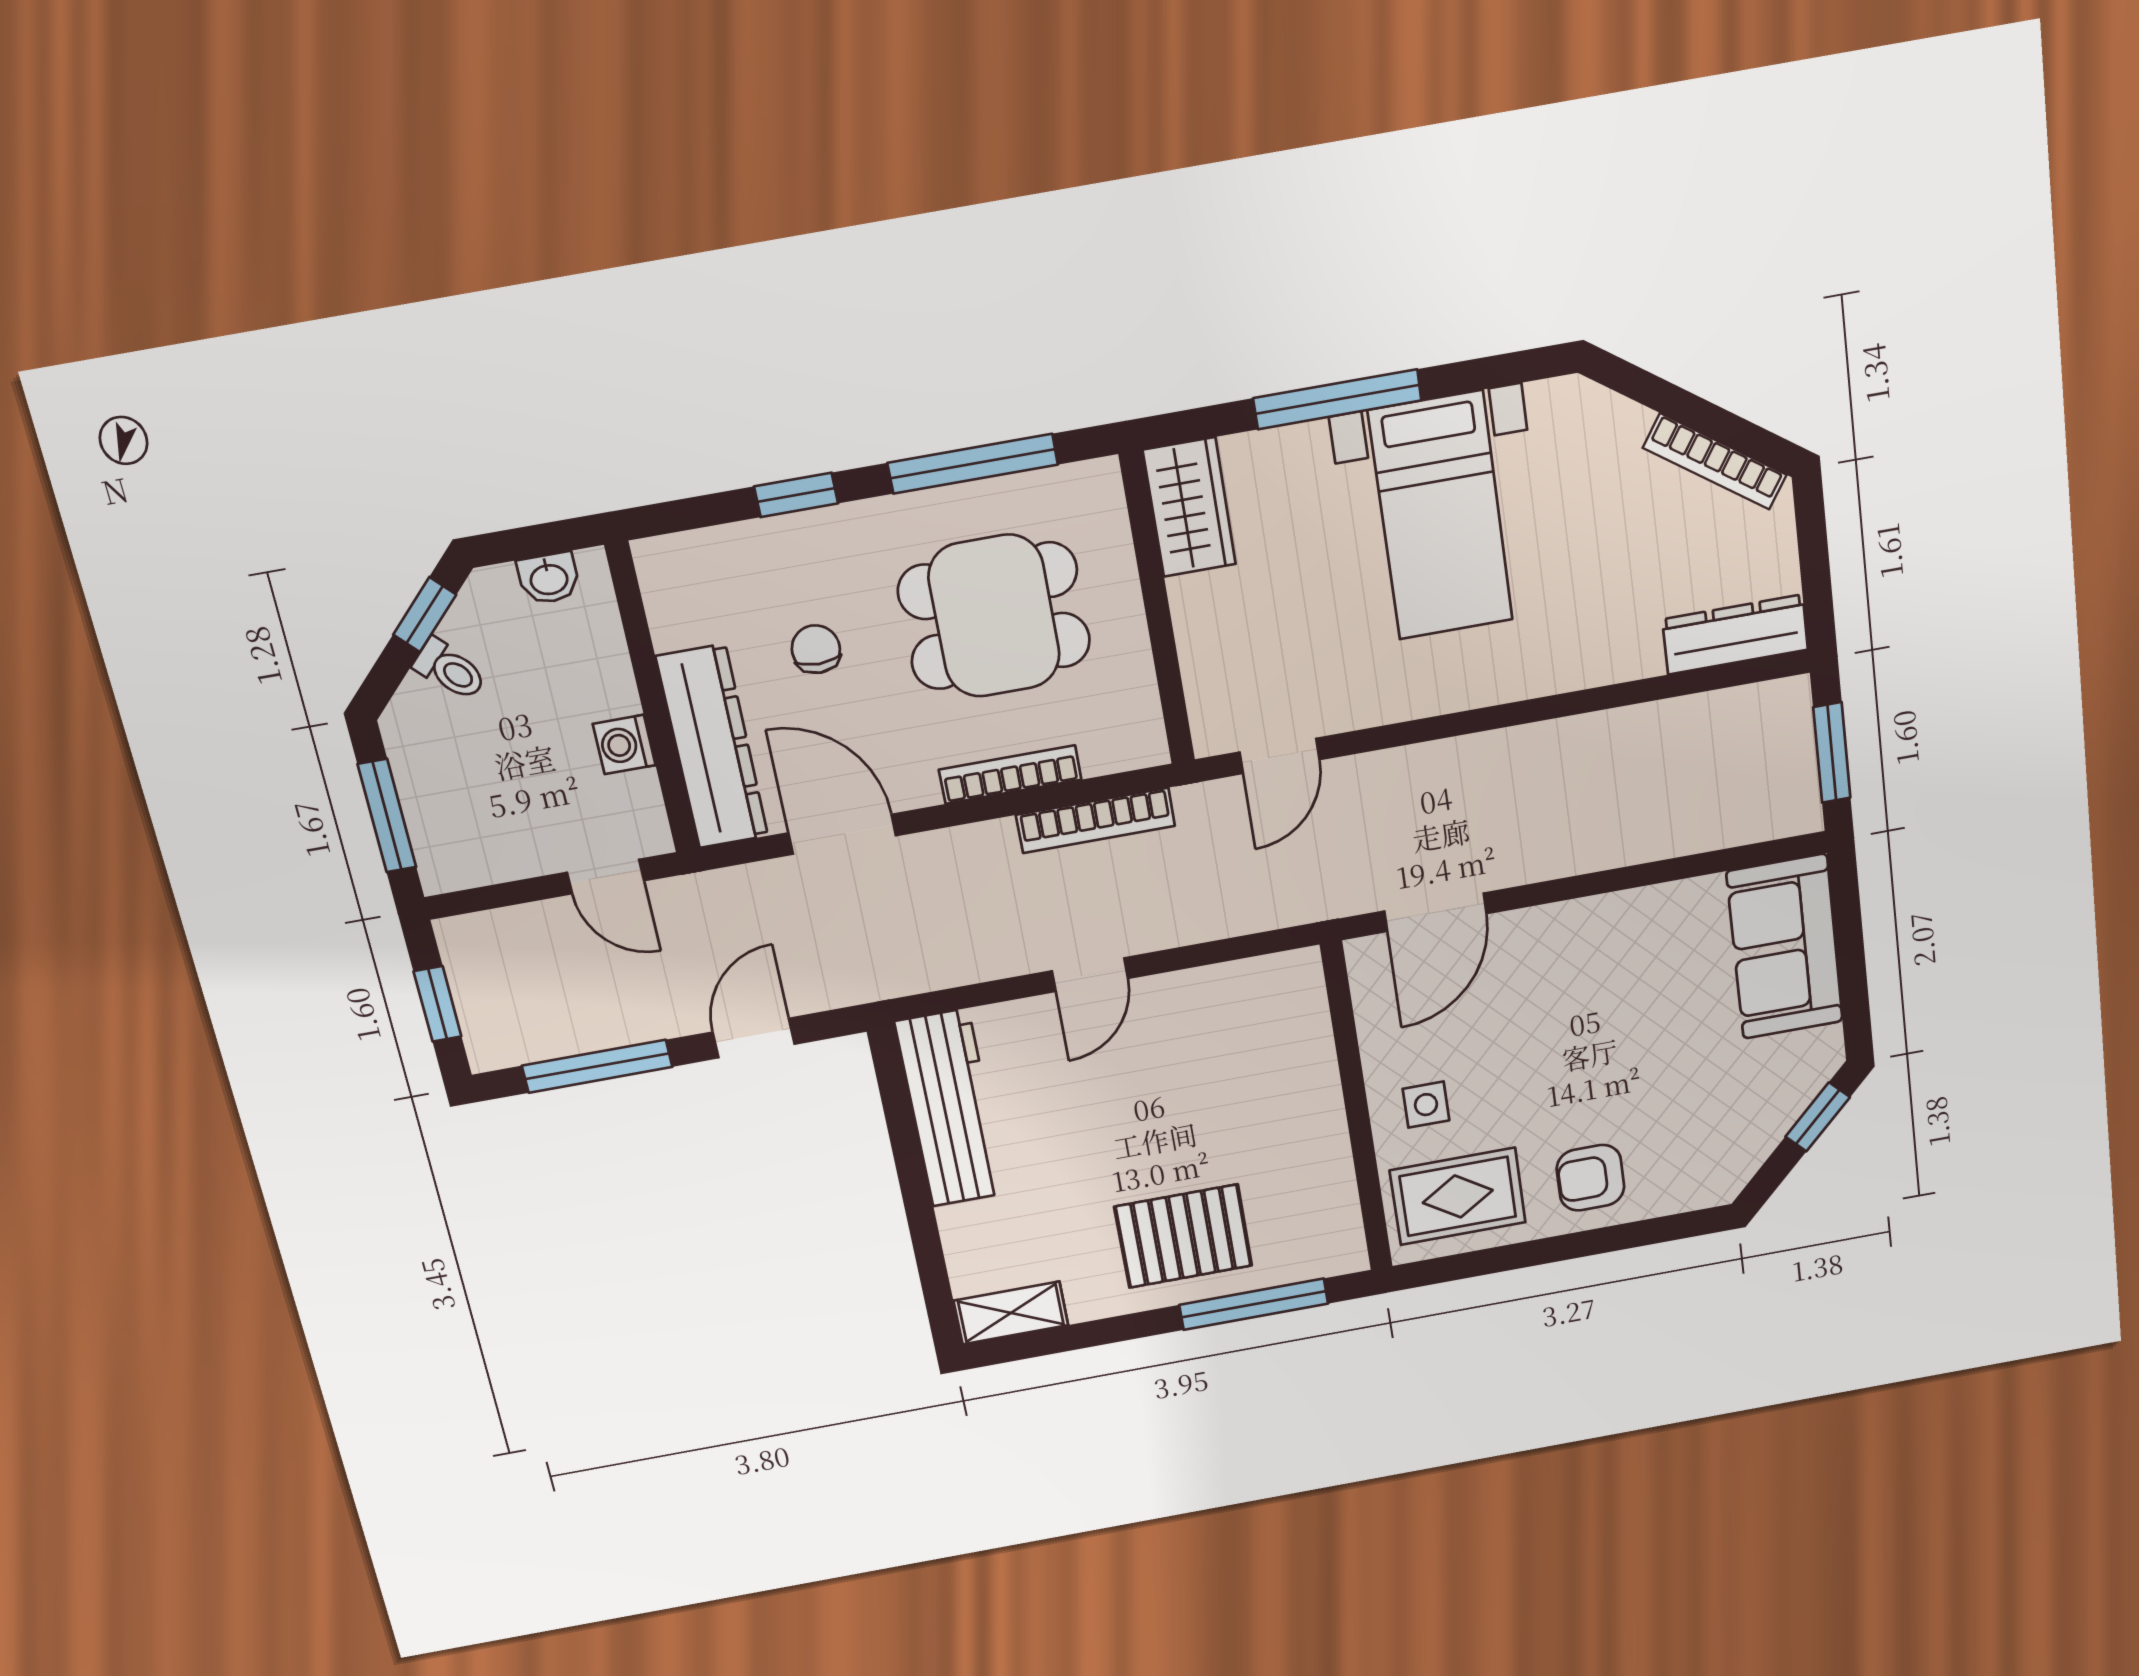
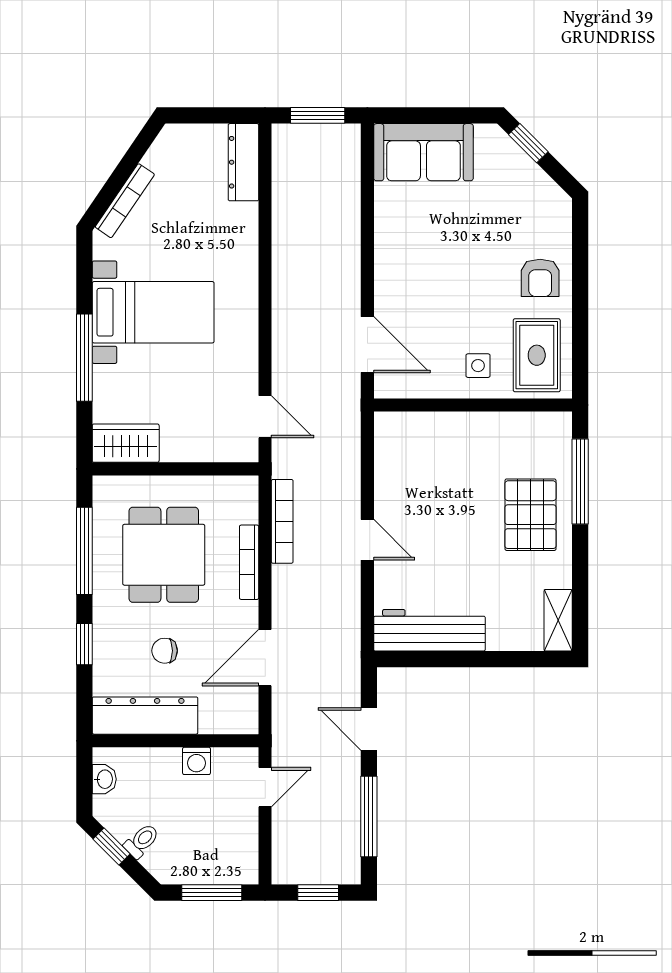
bookcase: (1715, 461) -> (125, 201), moved
dresser: (712, 747) -> (145, 716), moved

